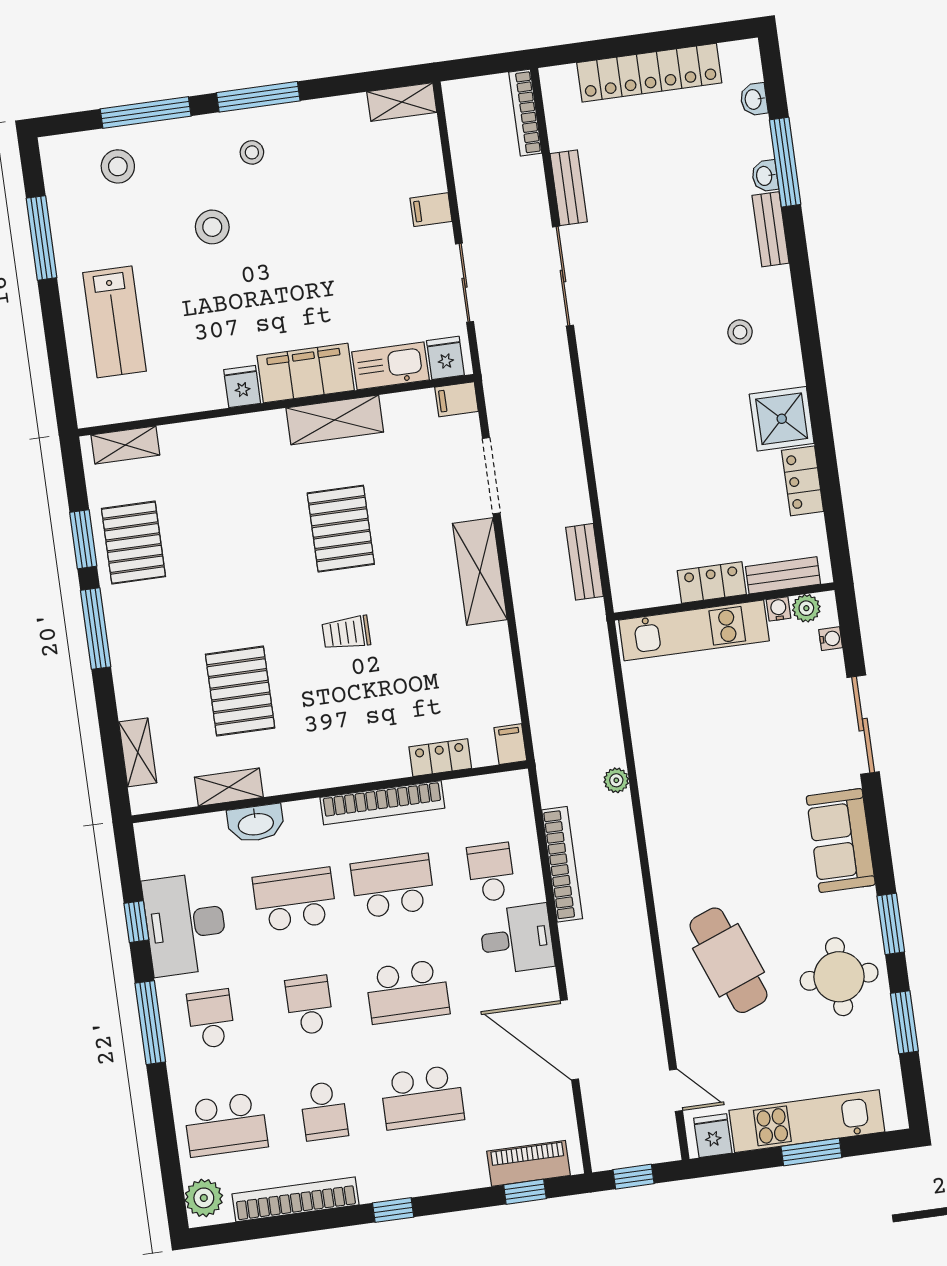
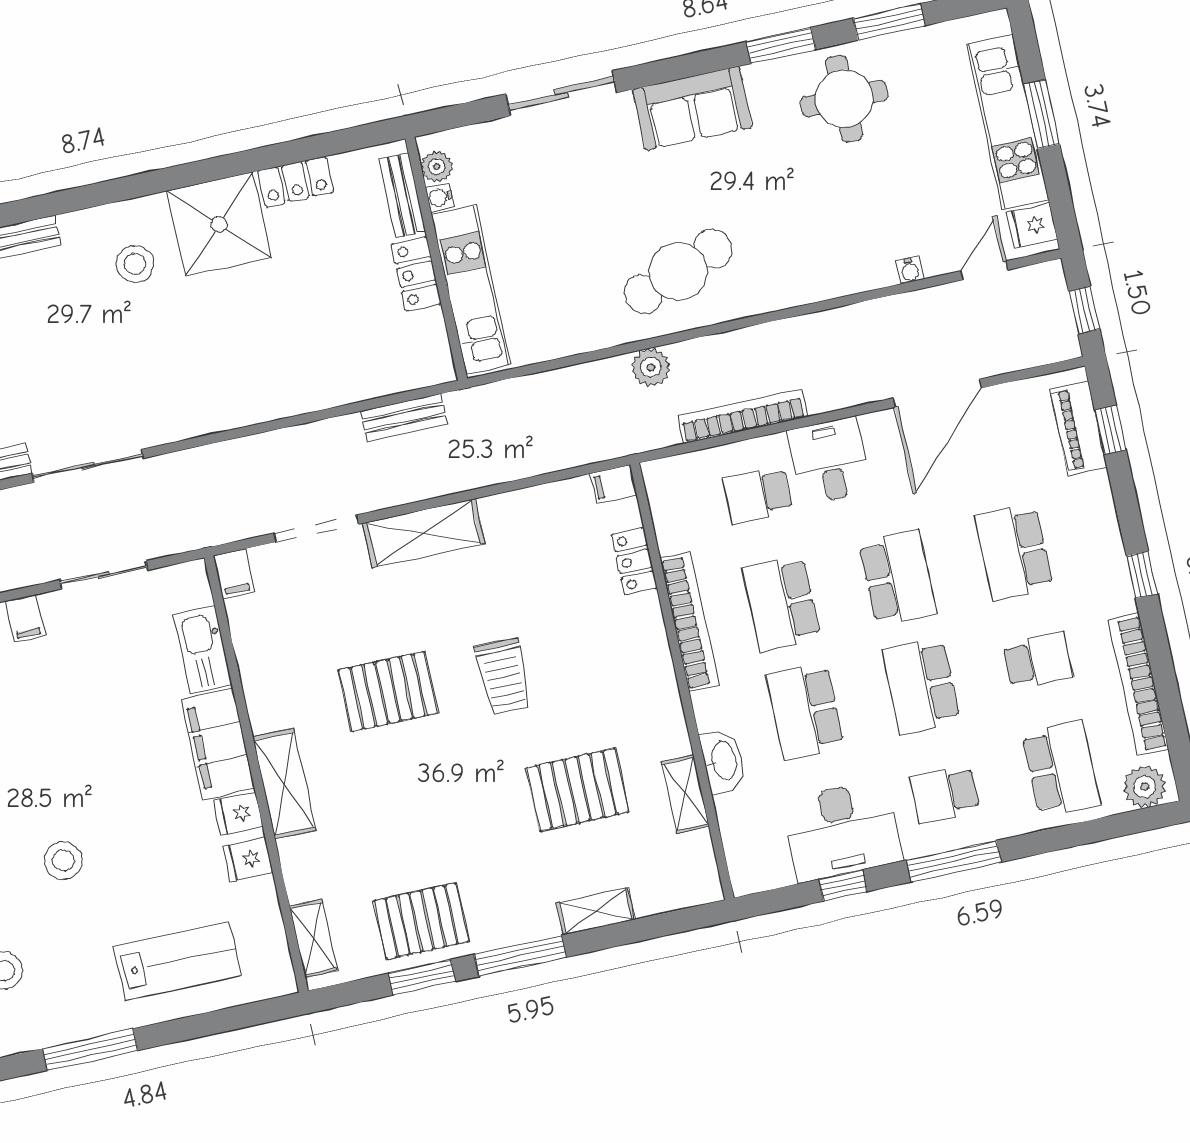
stool: (740, 332) -> (135, 264), width x1.37, depth x1.37
fridge: (445, 358) -> (248, 859), moved
shower: (782, 419) -> (219, 224), width x1.37, depth x1.37
shelving: (335, 420) -> (284, 784), moved
trolley: (346, 633) -> (503, 676), width x1.36, depth x1.39
water cooler: (831, 639) -> (910, 270), moved, turned 180
shelving: (138, 752) -> (596, 911), moved
plant: (616, 780) -> (651, 367), width x1.38, depth x1.38
cafe table: (729, 960) -> (678, 271), moved
school desk: (309, 1005) -> (921, 686), width x1.85
school desk: (422, 1097) -> (1014, 552), turned 180

